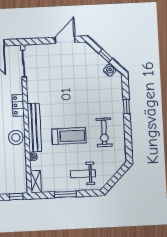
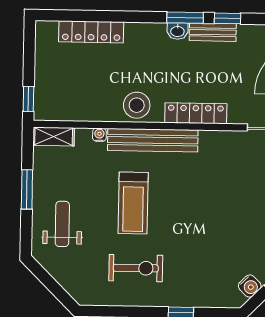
locker: (18, 105) -> (196, 113), width x1.53
exercise bike: (104, 132) -> (136, 268), turned 180

